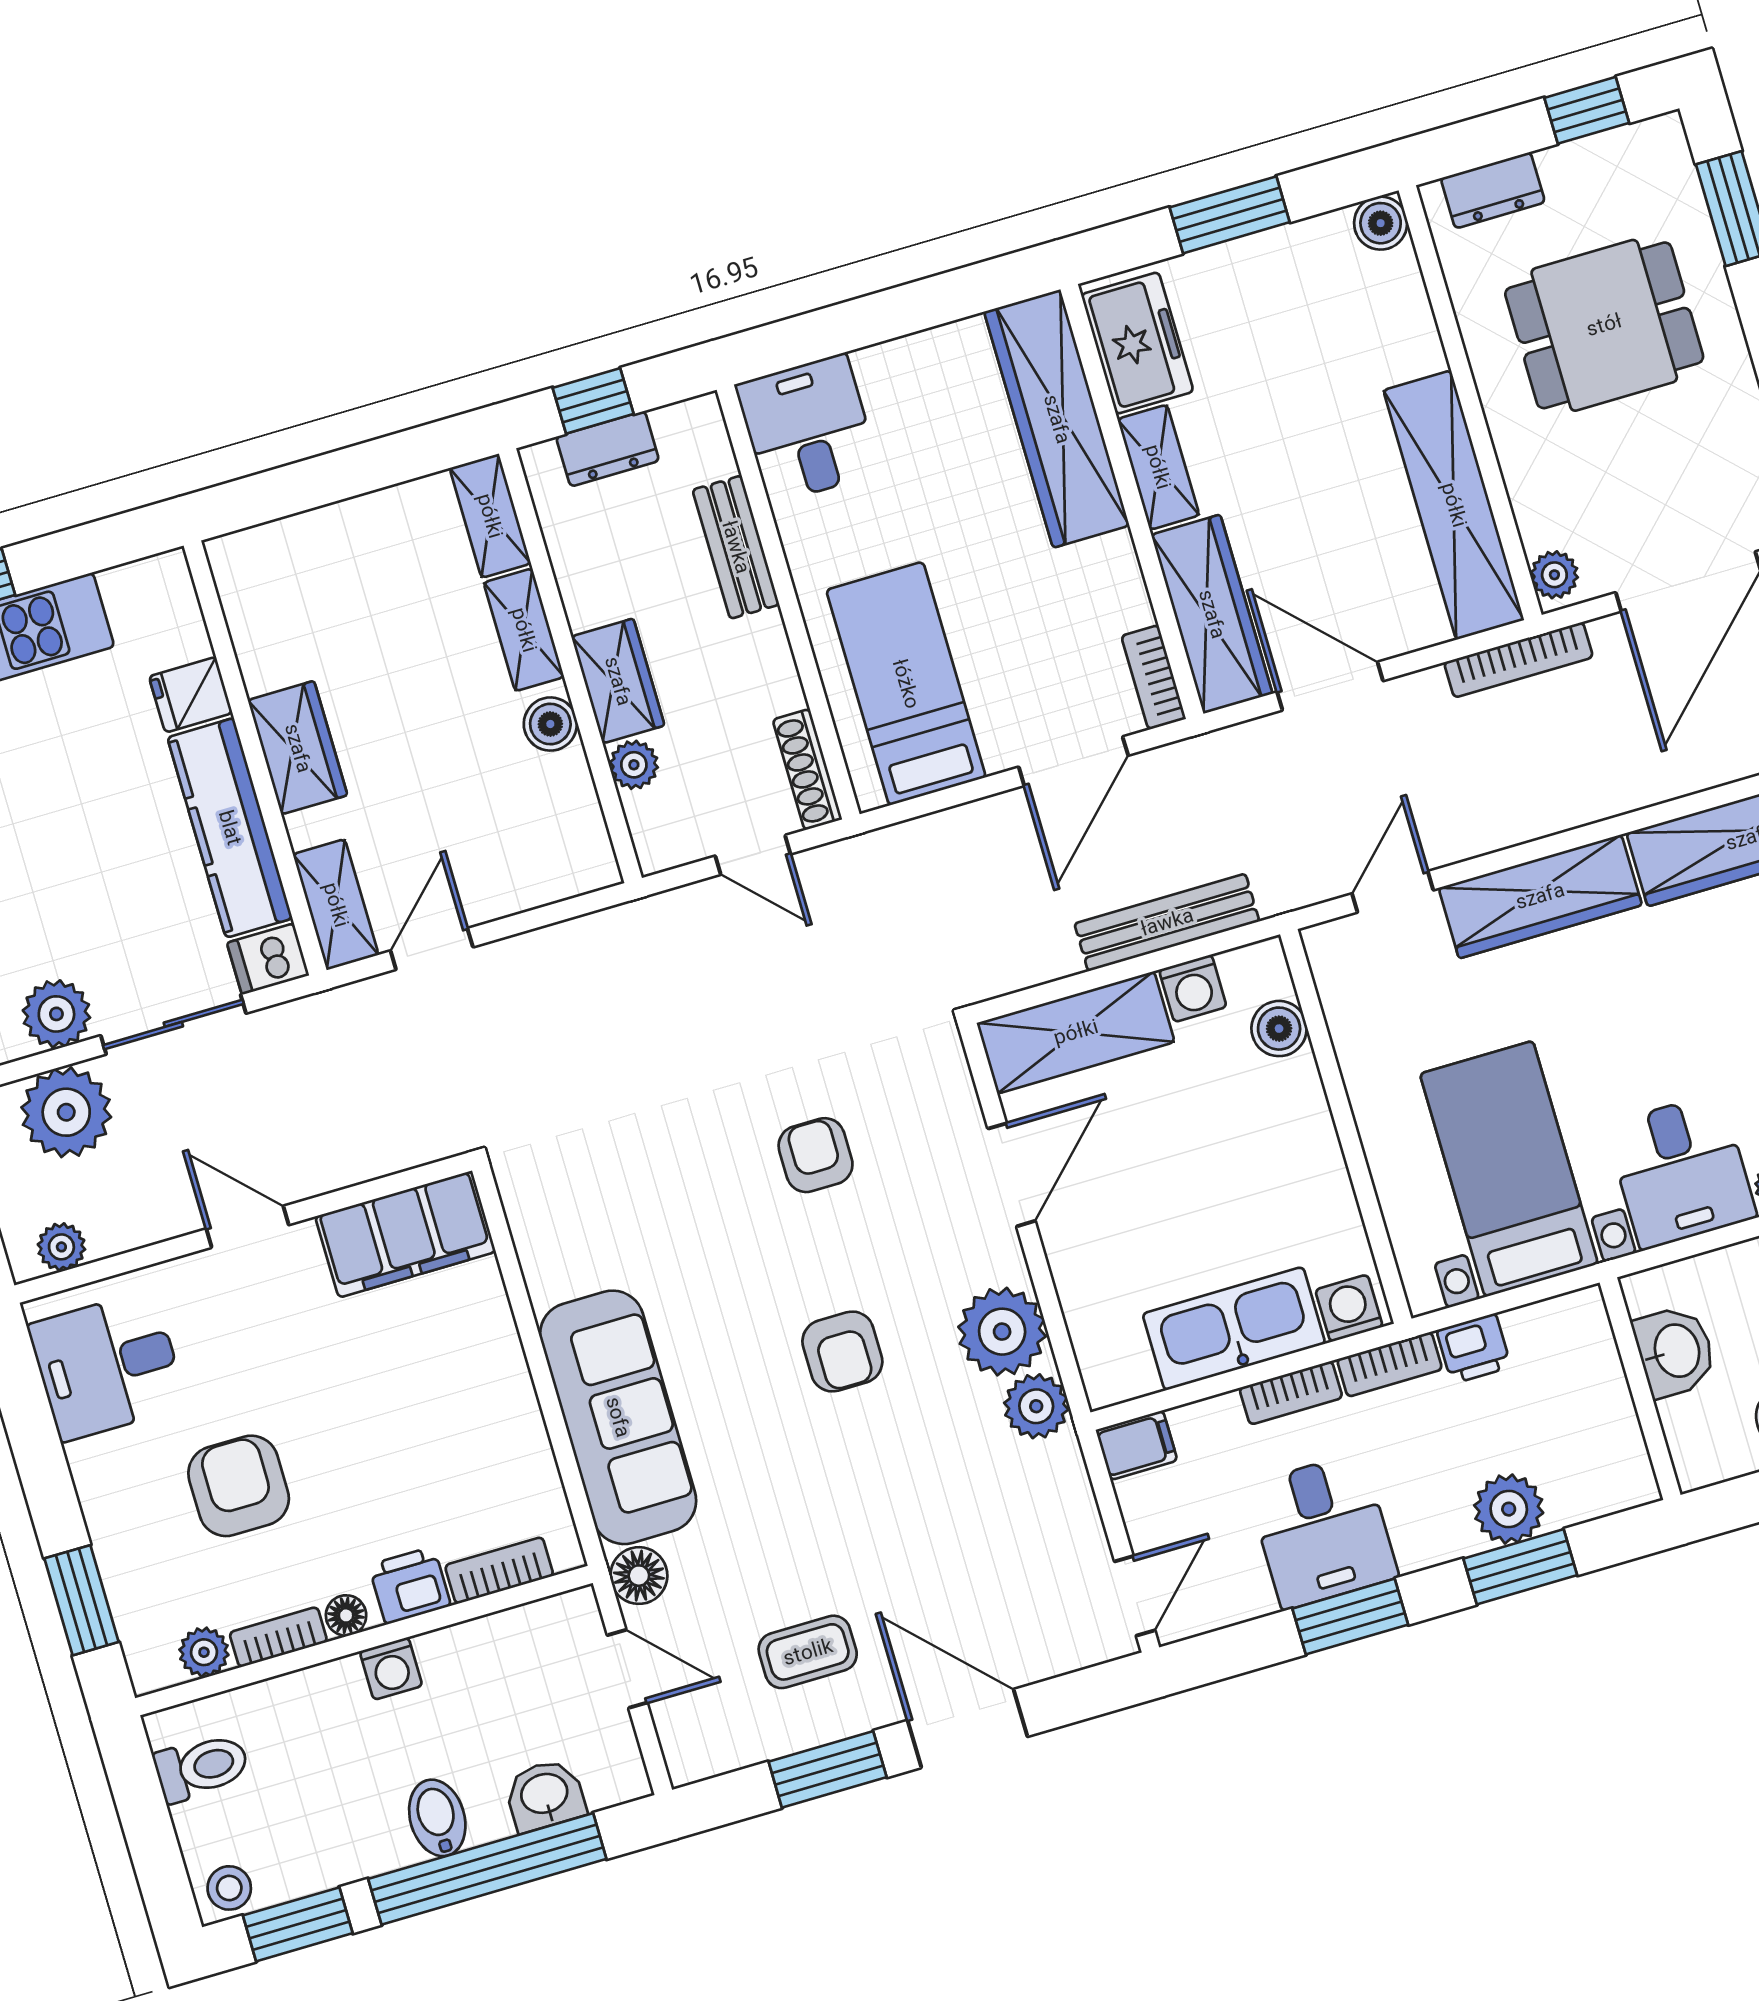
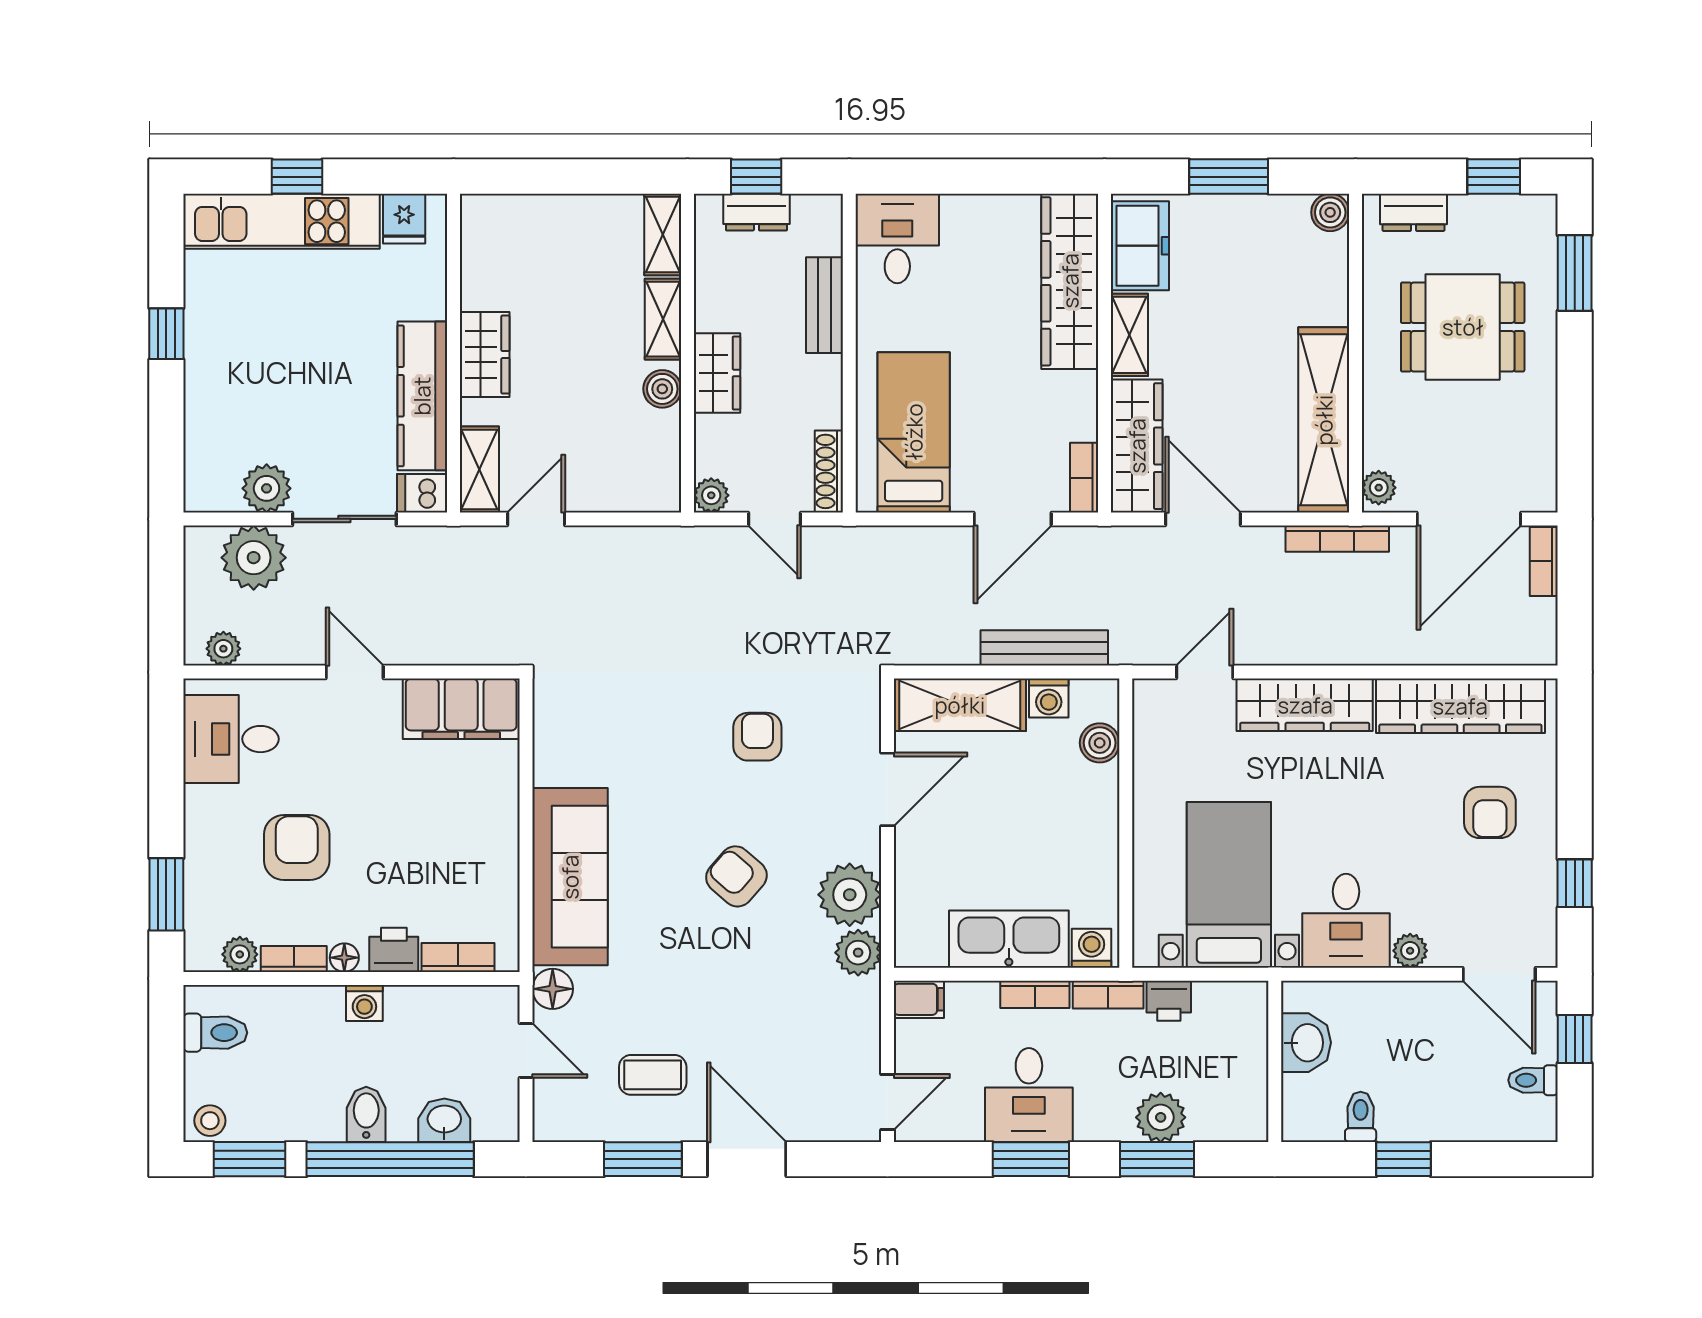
fridge: (191, 695) -> (404, 219), moved, turned -90
plant: (634, 765) -> (711, 495), moved
armchair: (842, 1352) -> (736, 876), turned 131

